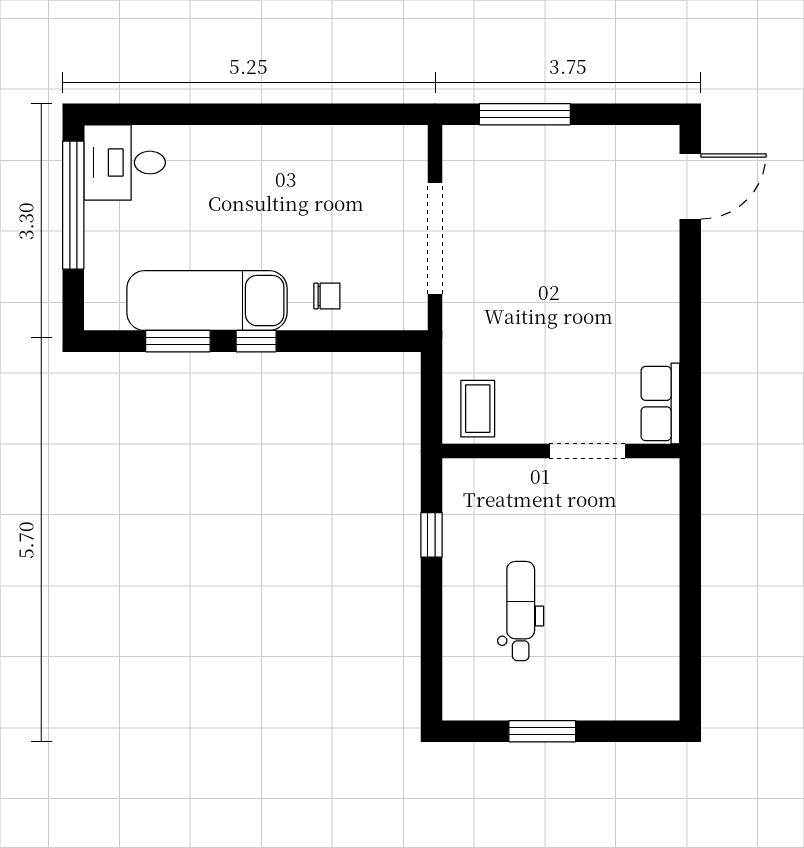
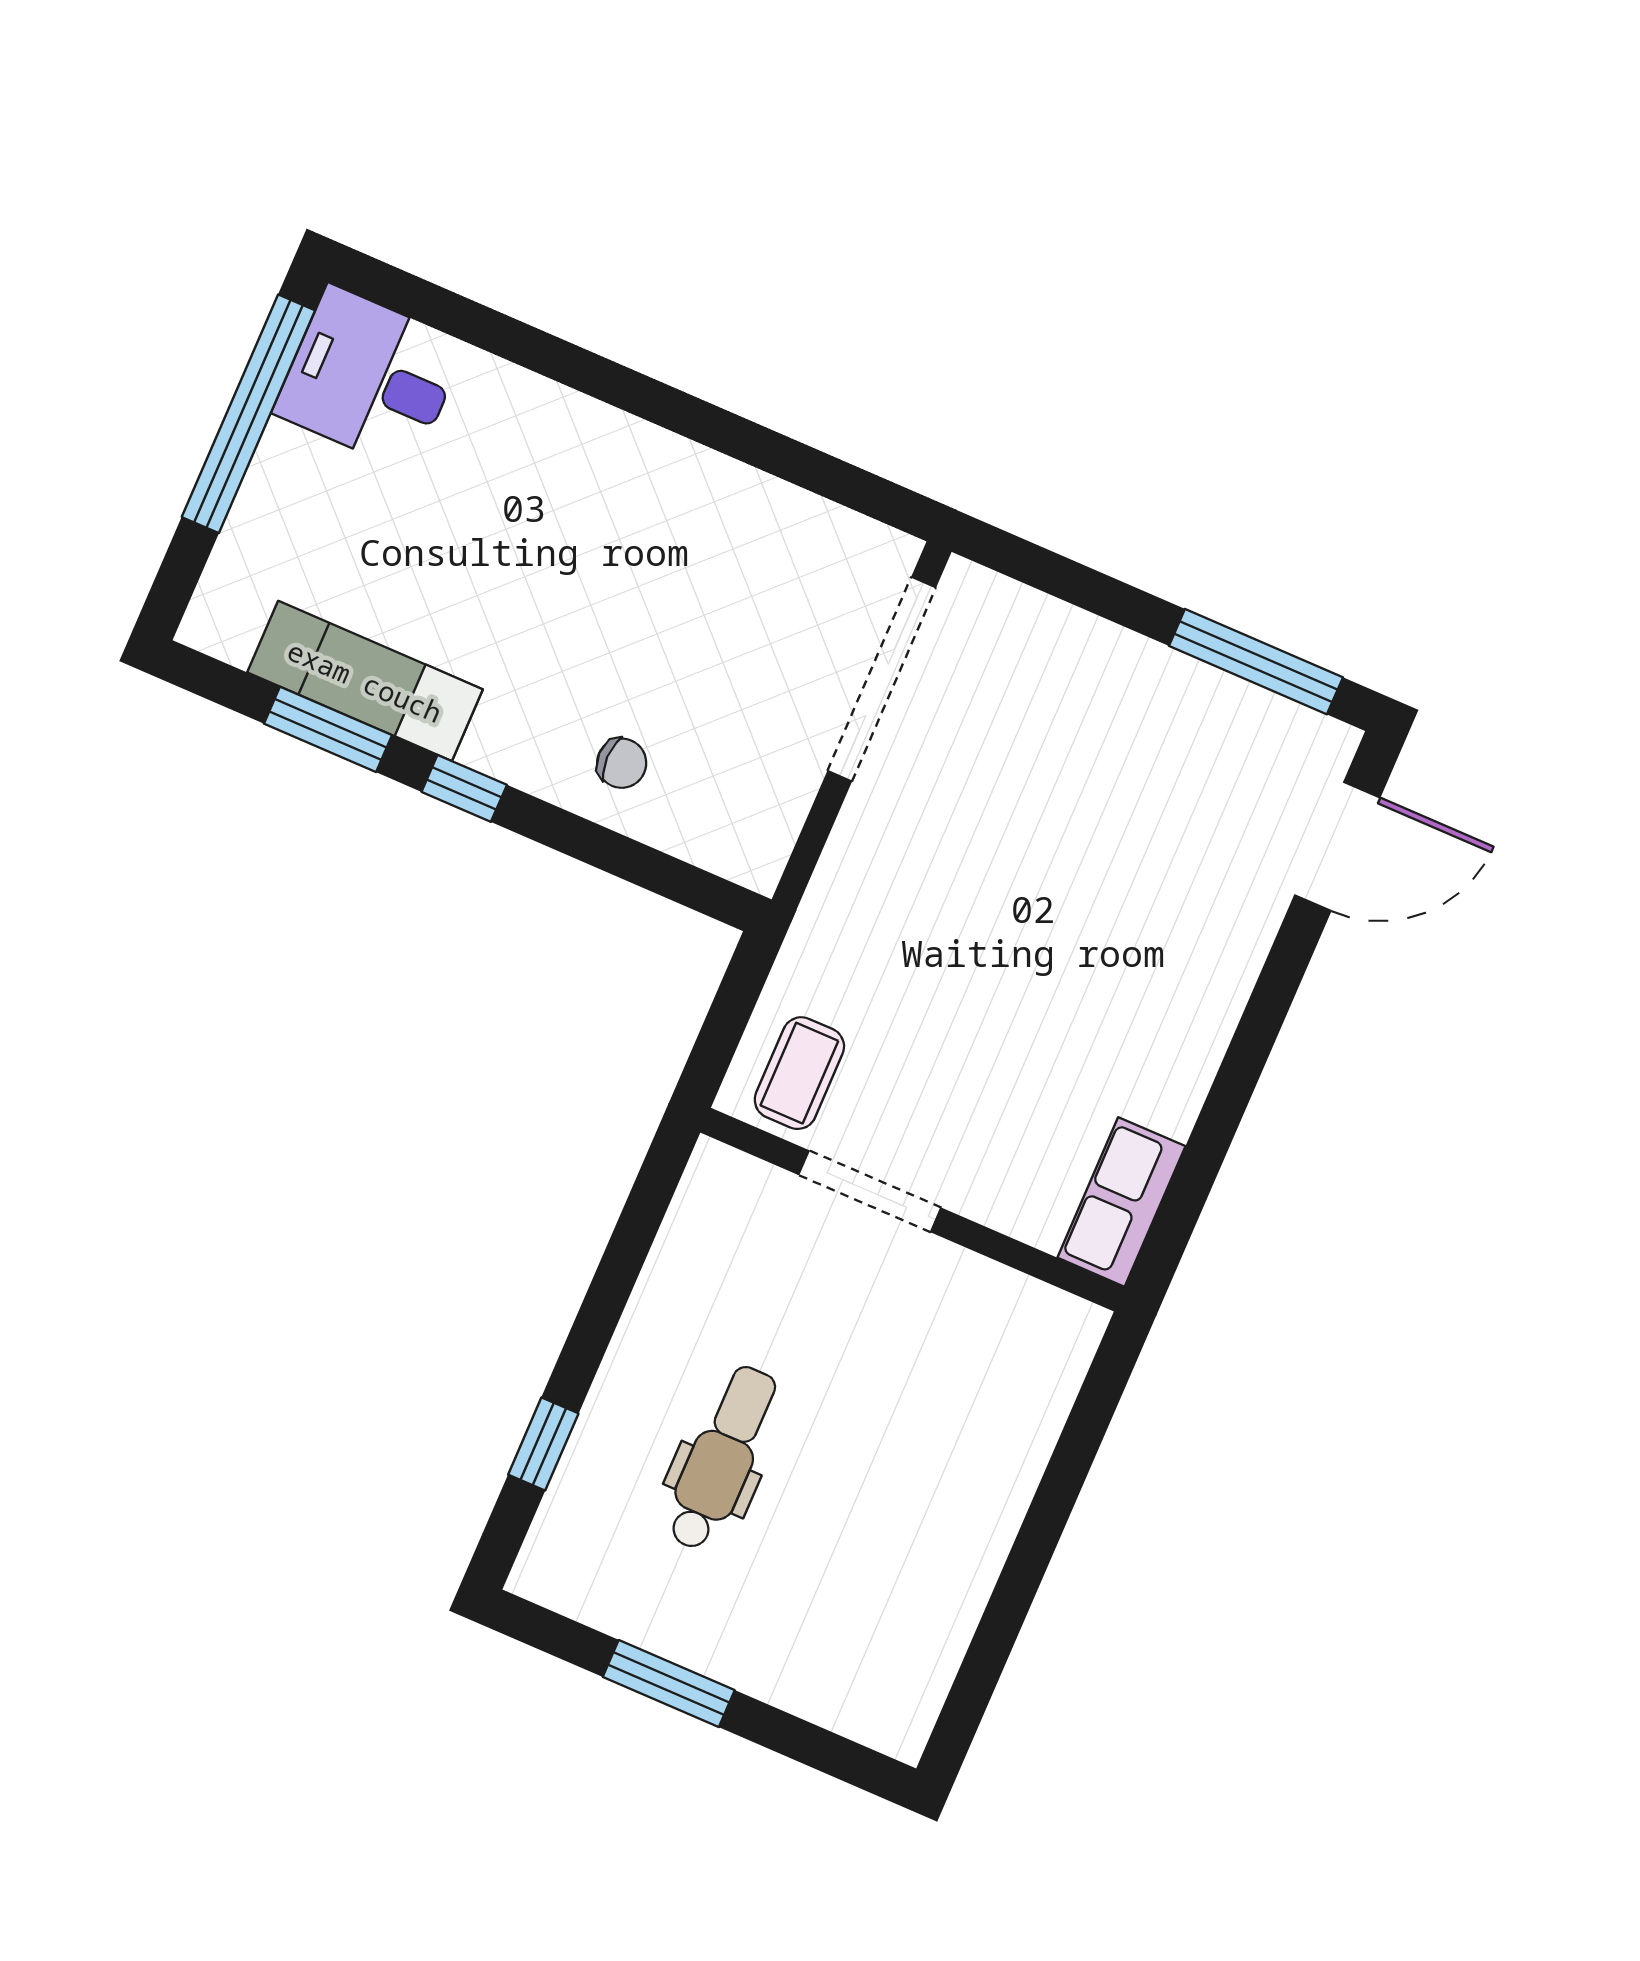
window: (525, 114) -> (1256, 662), moved
doorway: (435, 238) -> (882, 679), moved
exam couch: (207, 301) -> (365, 681), width x0.73, depth x0.69
doorway: (587, 451) -> (870, 1191), moved
window: (431, 535) -> (543, 1444), moved

